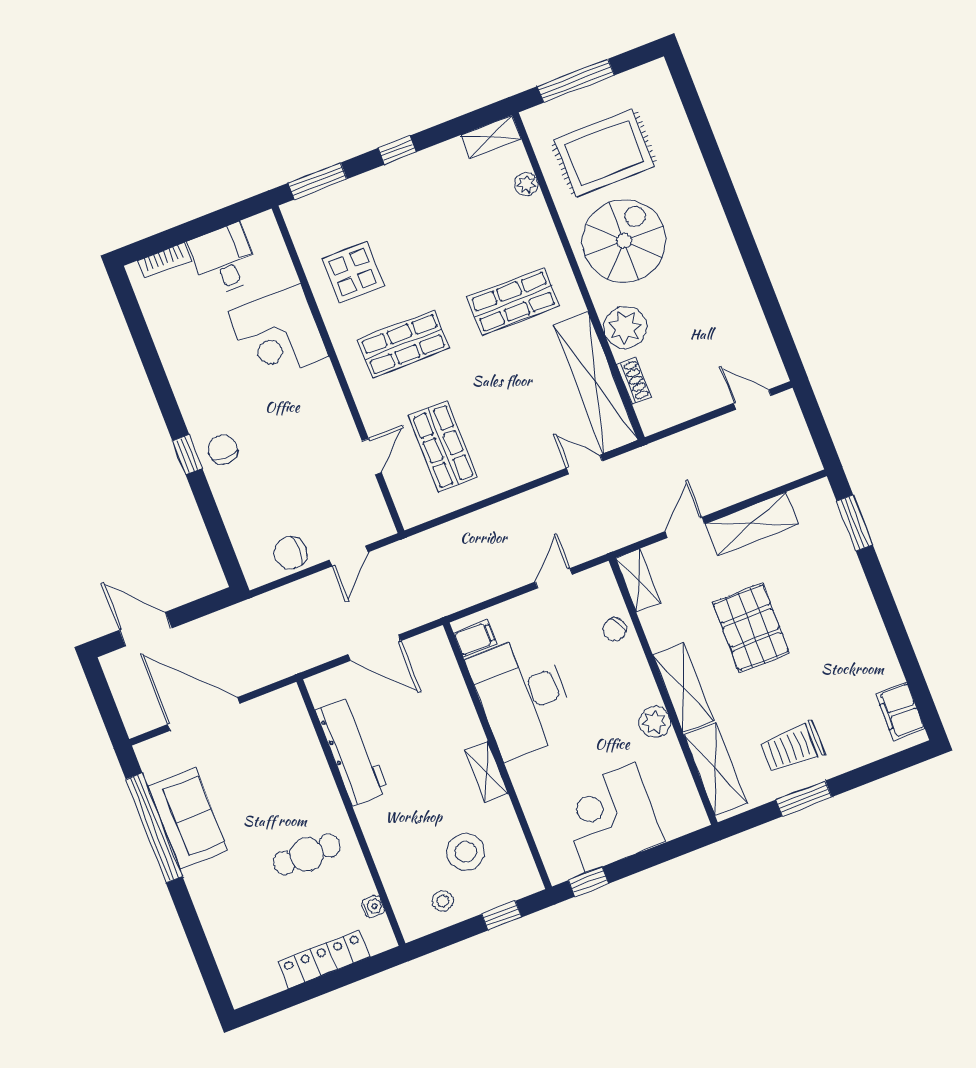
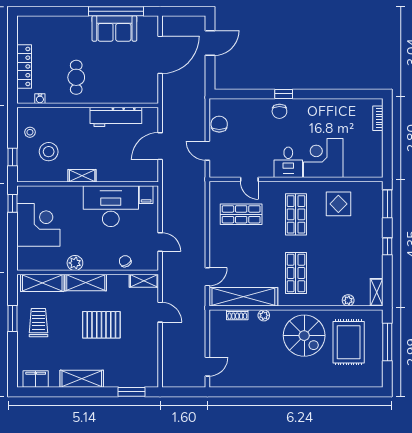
desk: (224, 260) -> (288, 162), moved, turned 90
plant: (625, 327) -> (264, 315), width x0.53, depth x0.53
chair: (223, 450) -> (279, 111), turned 90
shelving: (752, 524) -> (82, 379), moved, turned 90

